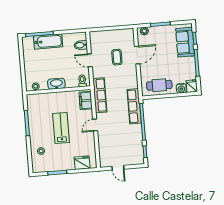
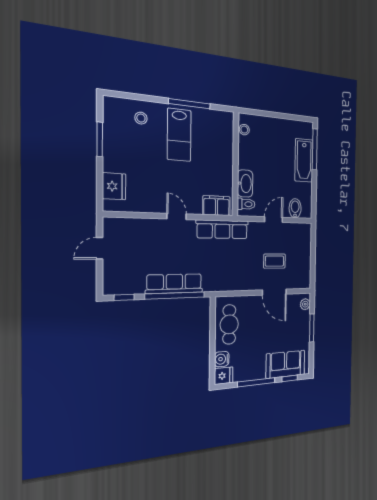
washbasin: (56, 84) -> (245, 183), moved
row of seats: (134, 106) -> (174, 284), moved
lab bench: (61, 128) -> (179, 135), moved, turned 90

